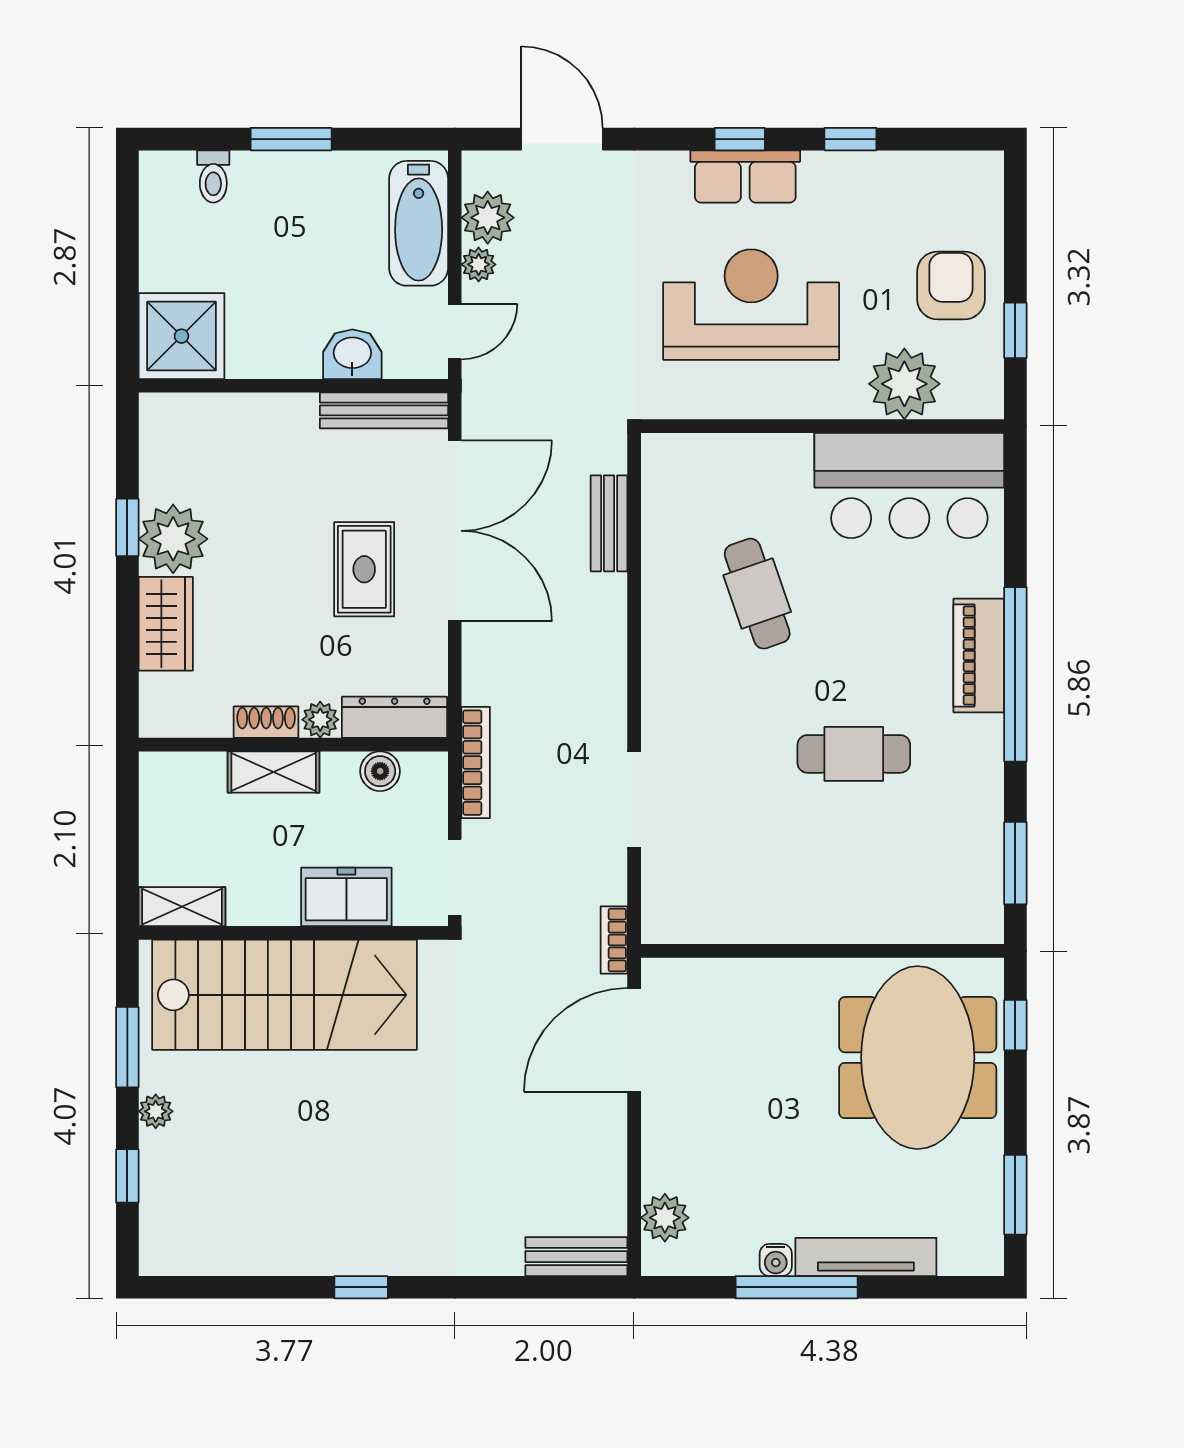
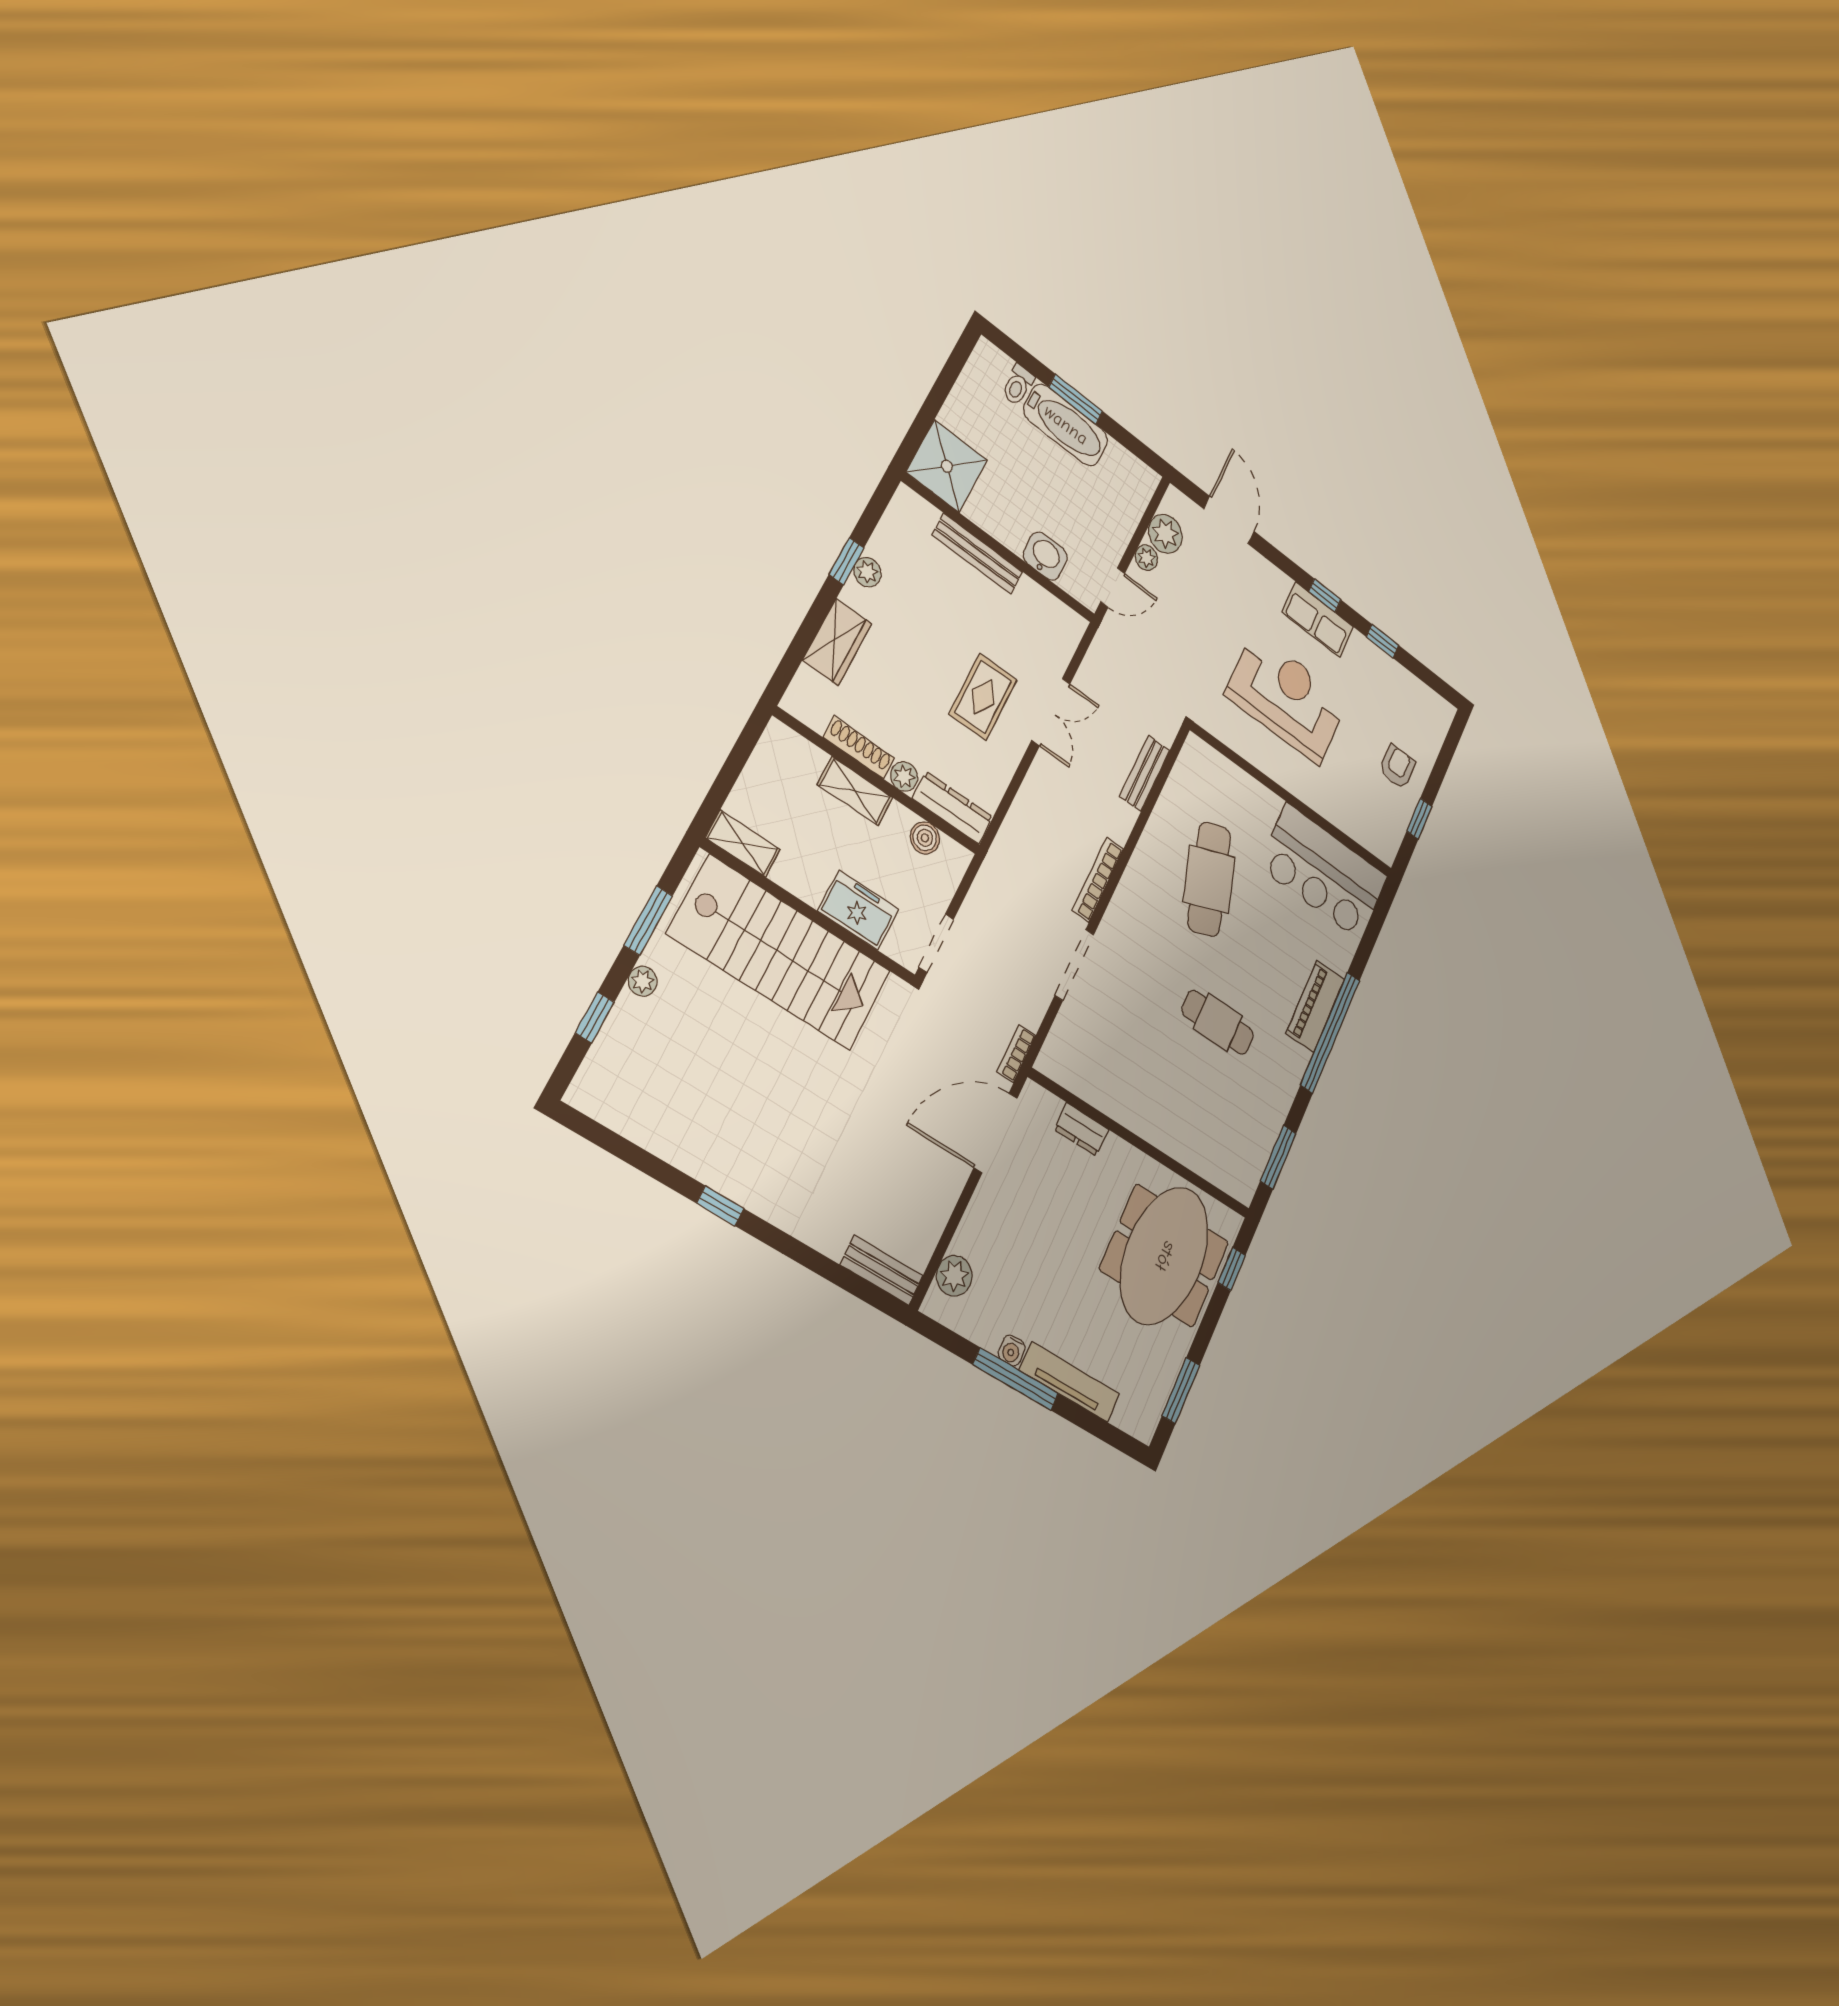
bathtub: (419, 223) -> (1066, 425), moved, turned -90
armchair: (951, 285) -> (1397, 767), width x0.72, depth x0.72
plant: (904, 384) -> (1348, 807), removed
bench: (384, 410) -> (978, 554), moved
double door: (455, 531) -> (1051, 712), width x0.54
plant: (173, 539) -> (867, 572), width x0.53, depth x0.53
cafe table: (757, 594) -> (1209, 879), width x1.37, depth x1.35
shoe rack: (266, 722) -> (859, 748), width x1.43
bookcase: (476, 763) -> (1098, 880), moved, turned 180
dresser: (738, 977) -> (1081, 1129), added

